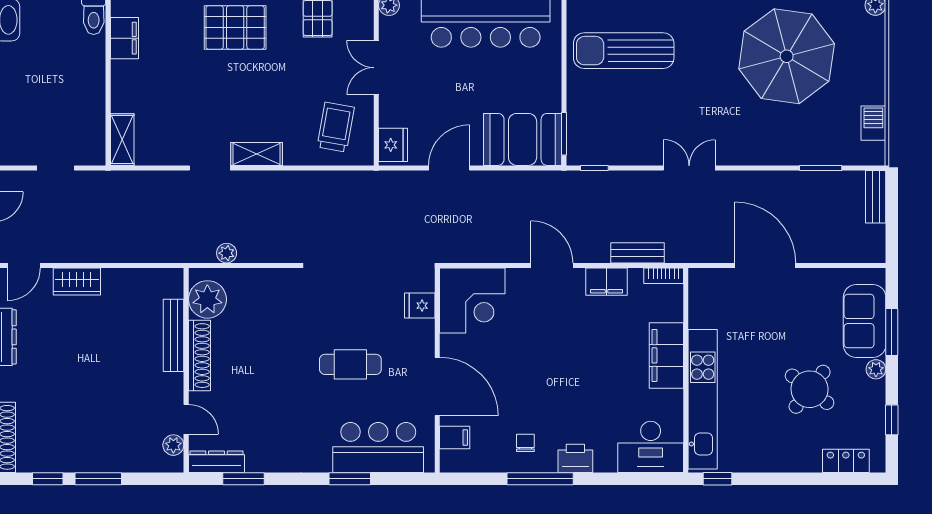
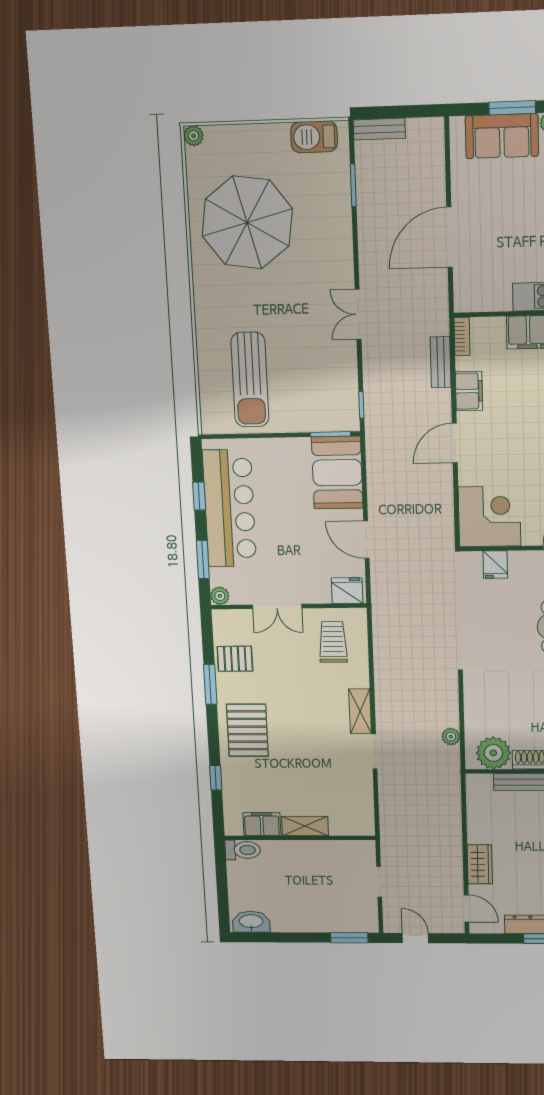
barbecue: (873, 123) -> (314, 137), width x1.38, depth x1.27
trolley: (336, 127) -> (333, 642), turned 80
shelving: (122, 140) -> (305, 826), moved

